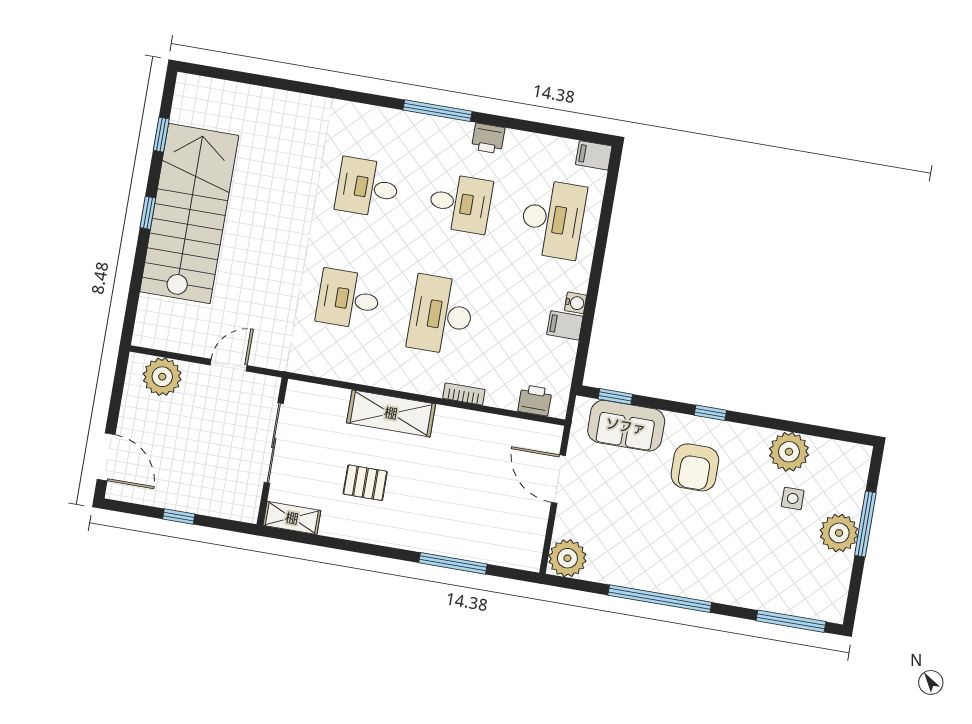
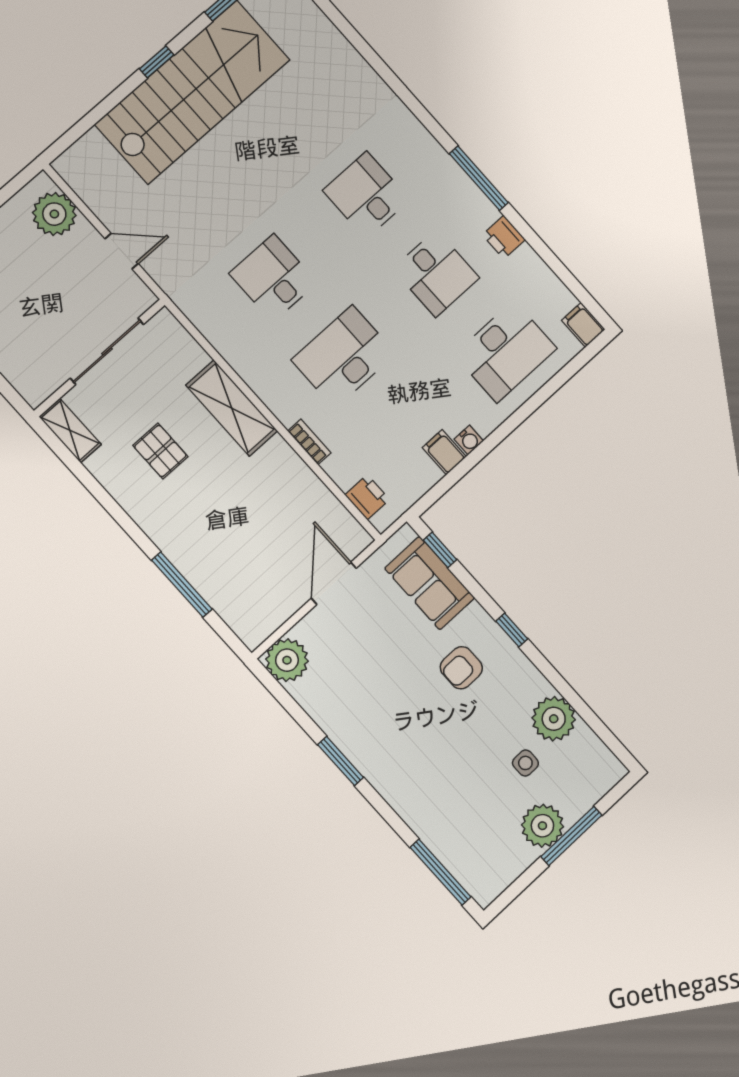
armchair: (695, 467) -> (461, 668), width x0.72, depth x0.72
window: (660, 599) -> (341, 761), width x0.47

